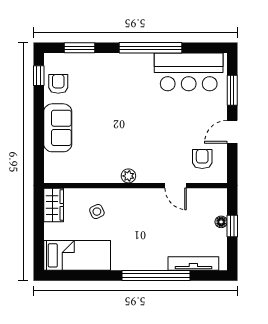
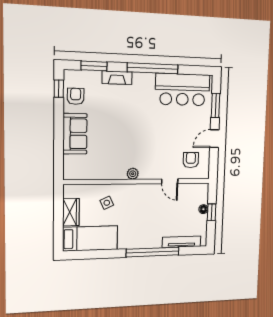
fireplace: (107, 61) -> (117, 78), added
wardrobe: (54, 205) -> (71, 212), moved

